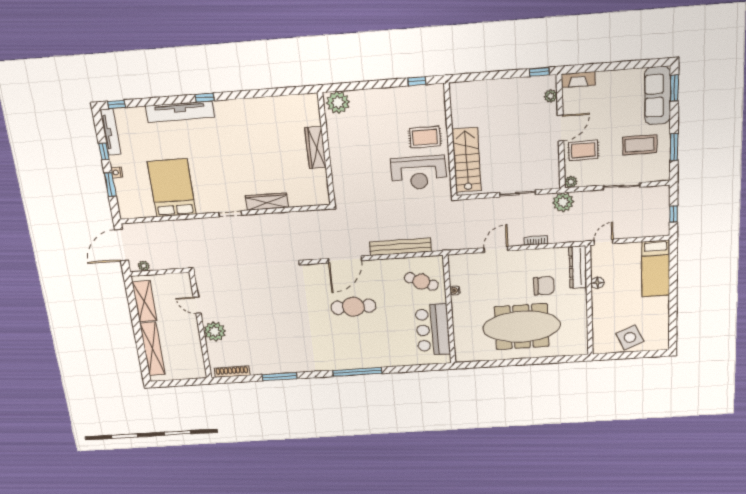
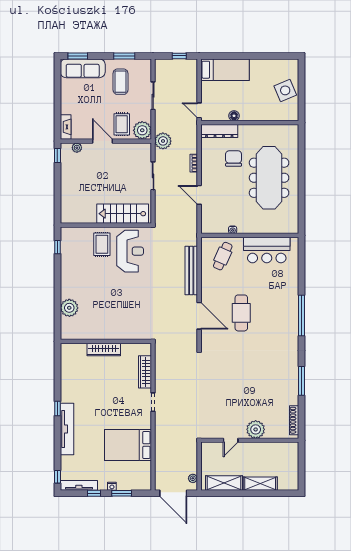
wardrobe: (316, 148) -> (104, 349), moved
wall: (326, 150) -> (106, 341), moved
plant: (571, 182) -> (142, 130), width x1.88, depth x1.88
shelving: (152, 349) -> (260, 484), width x0.68

